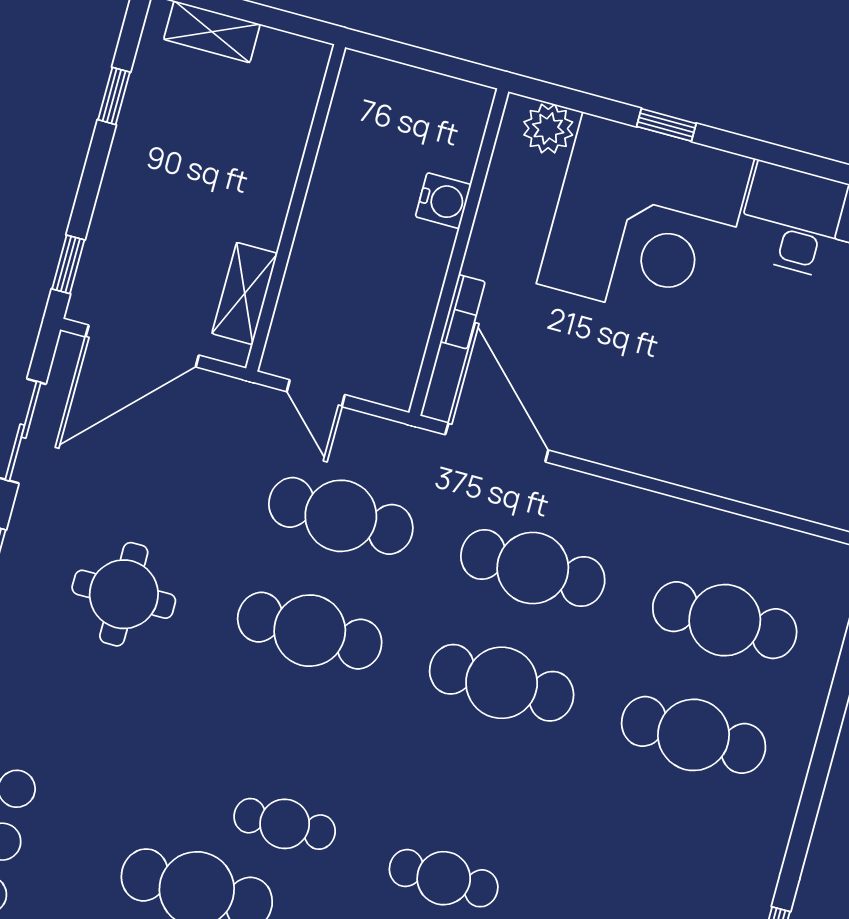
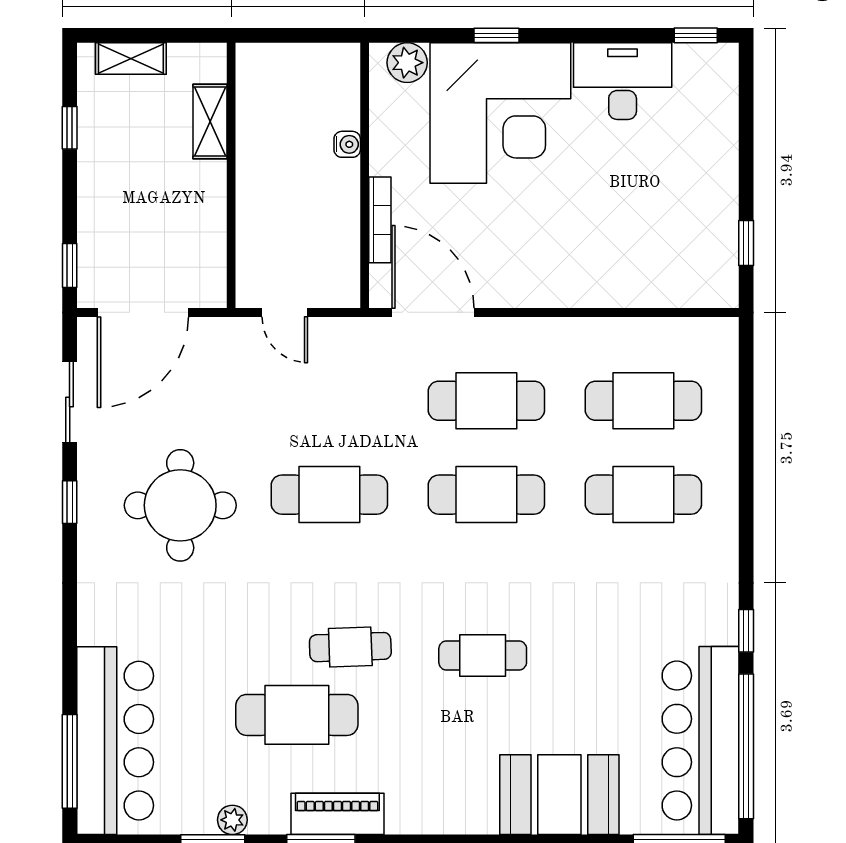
water cooler: (443, 201) -> (347, 144), width x0.72, depth x0.72
shelving: (245, 293) -> (210, 122), moved
bookcase: (463, 312) -> (380, 220), width x1.56
cafe table: (341, 516) -> (329, 401), removed
round table: (124, 594) -> (180, 505), width x1.36, depth x1.36

